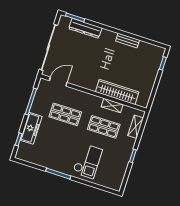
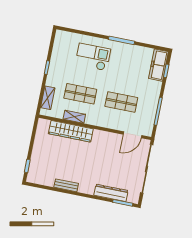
freezer: (31, 128) -> (158, 65), moved
checkout: (88, 161) -> (93, 57), turned 90

